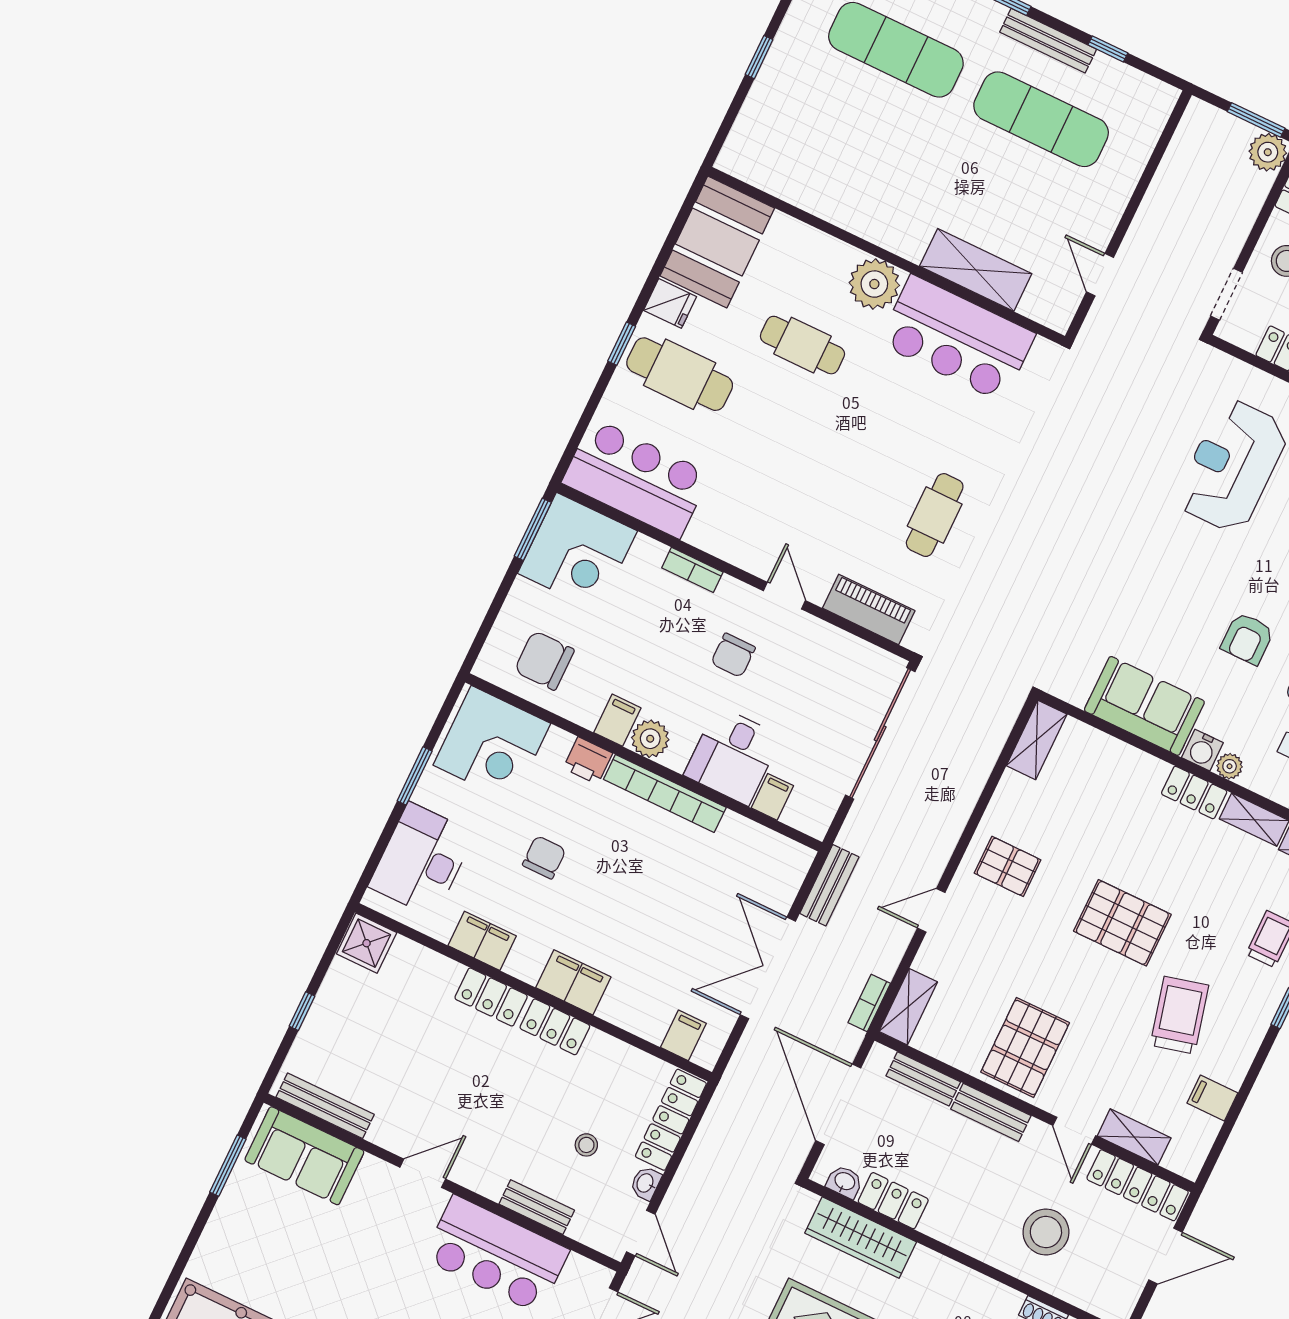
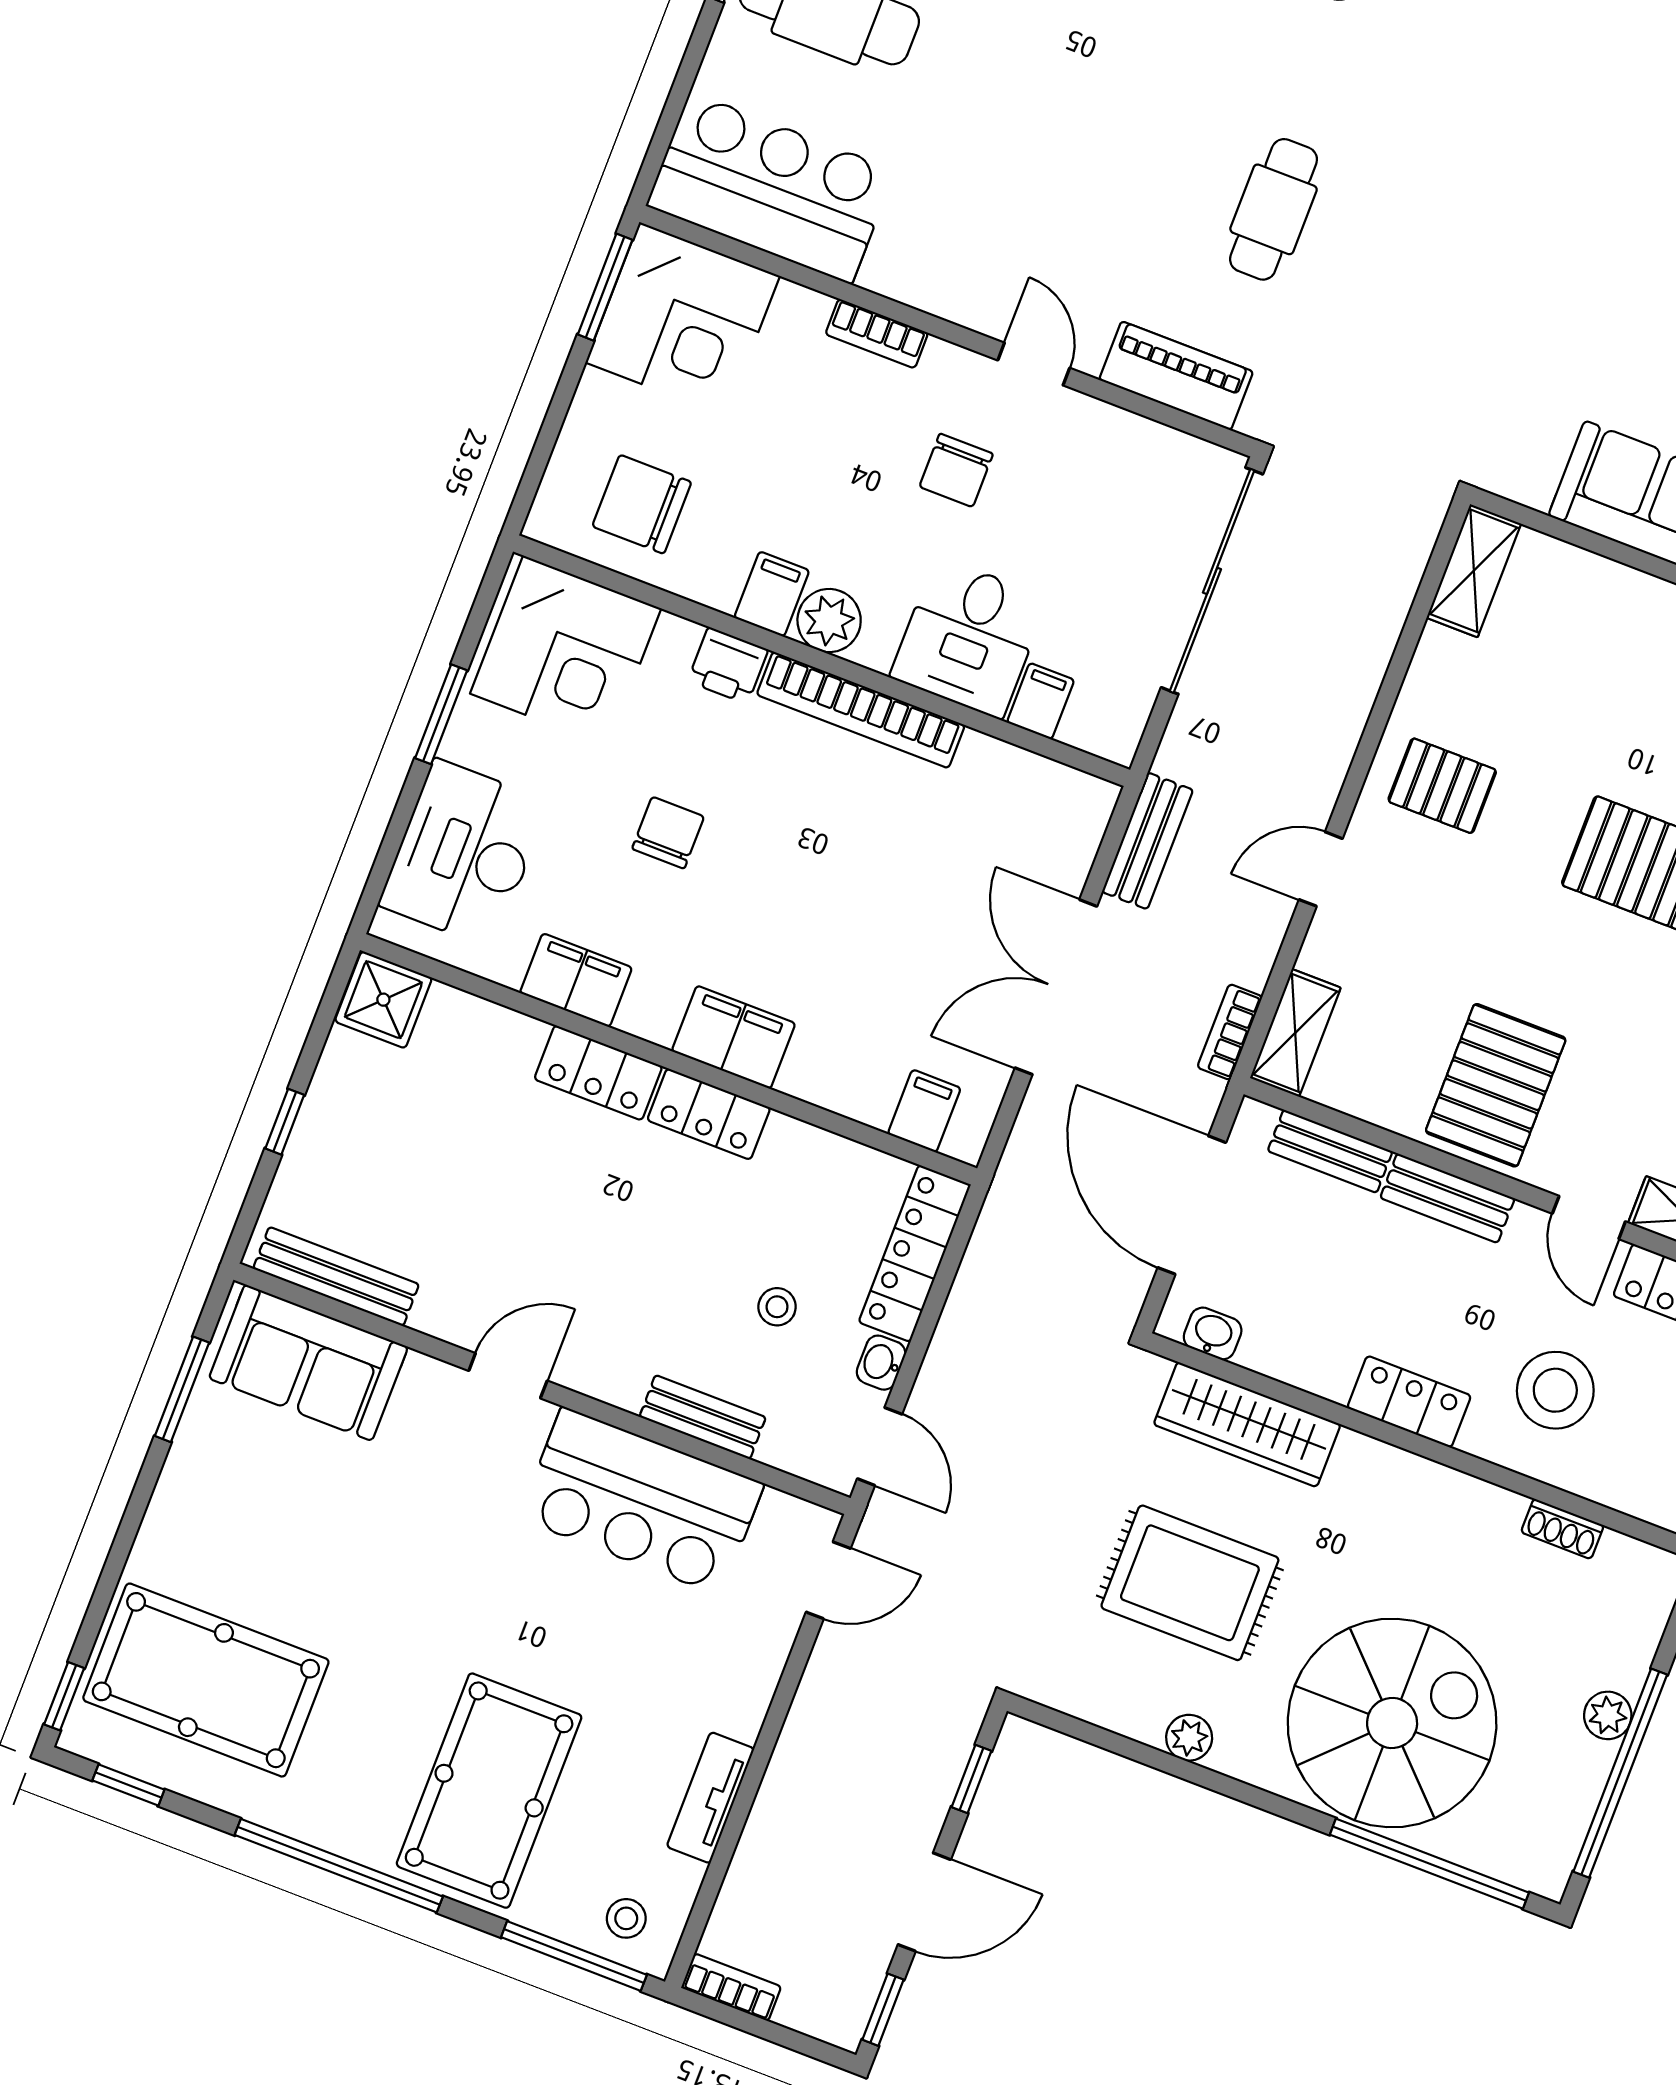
locker: (893, 1201) -> (1409, 1402), moved

